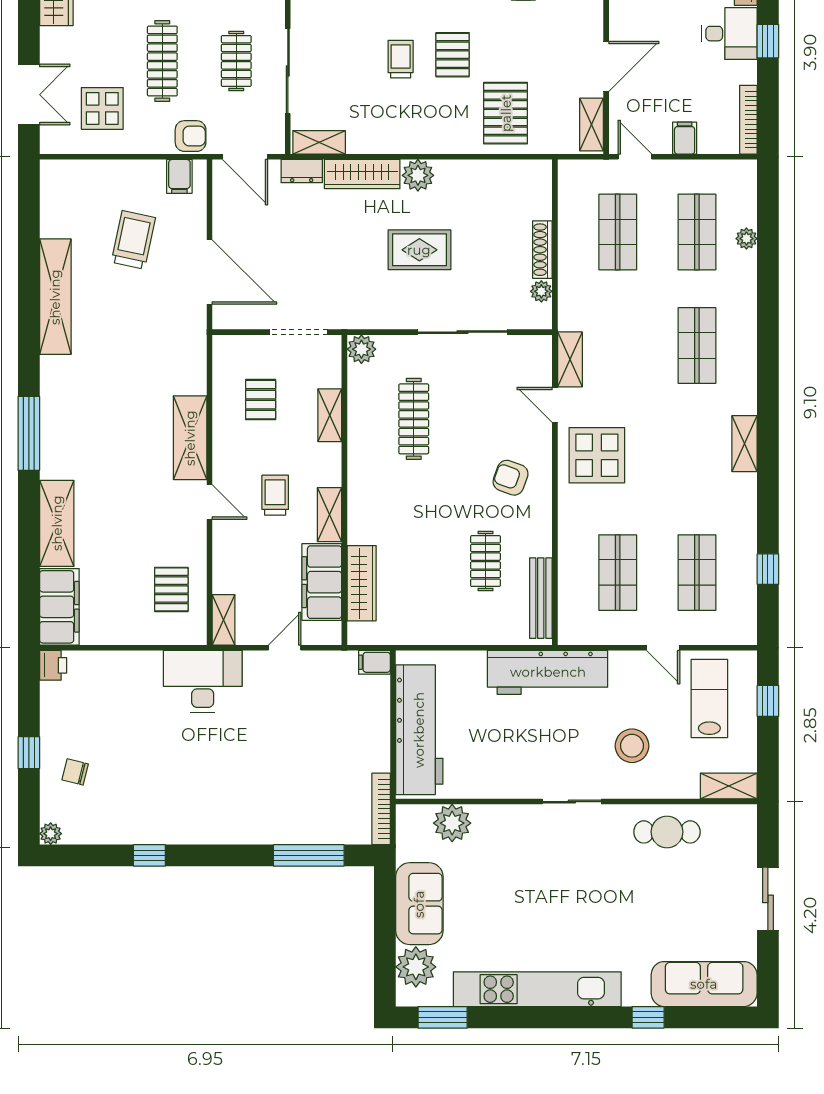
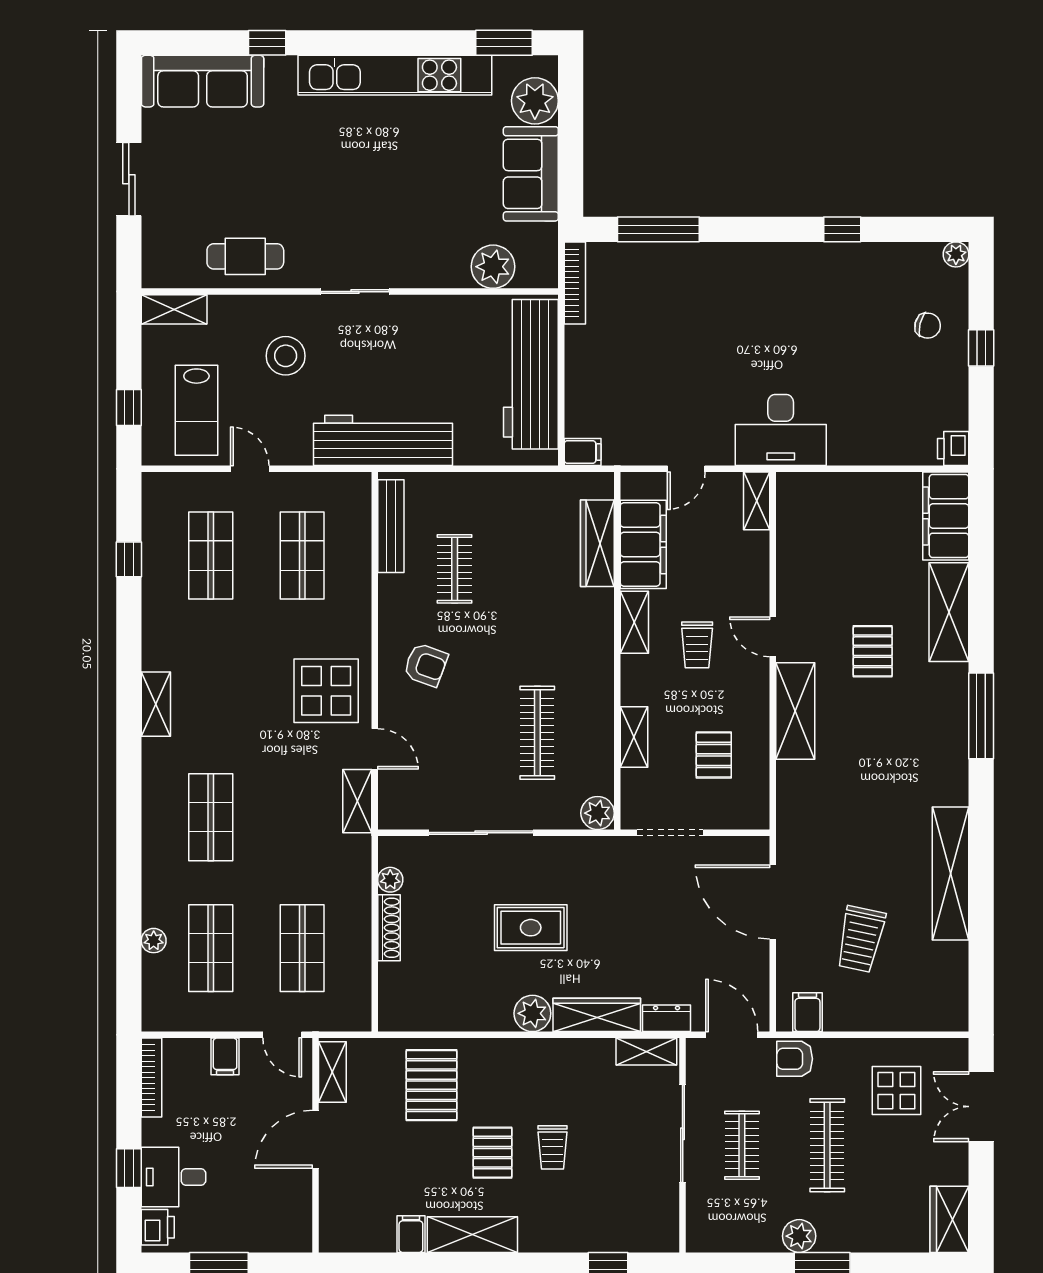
pallet: (171, 589) -> (873, 651), moved

